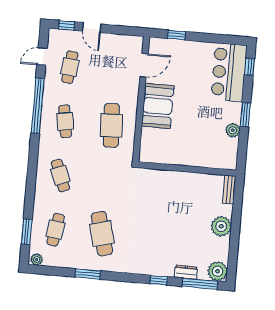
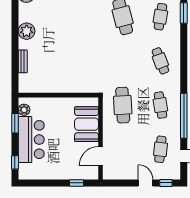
bar counter: (229, 72) -> (31, 140), moved
wall: (187, 169) -> (58, 95), moved

